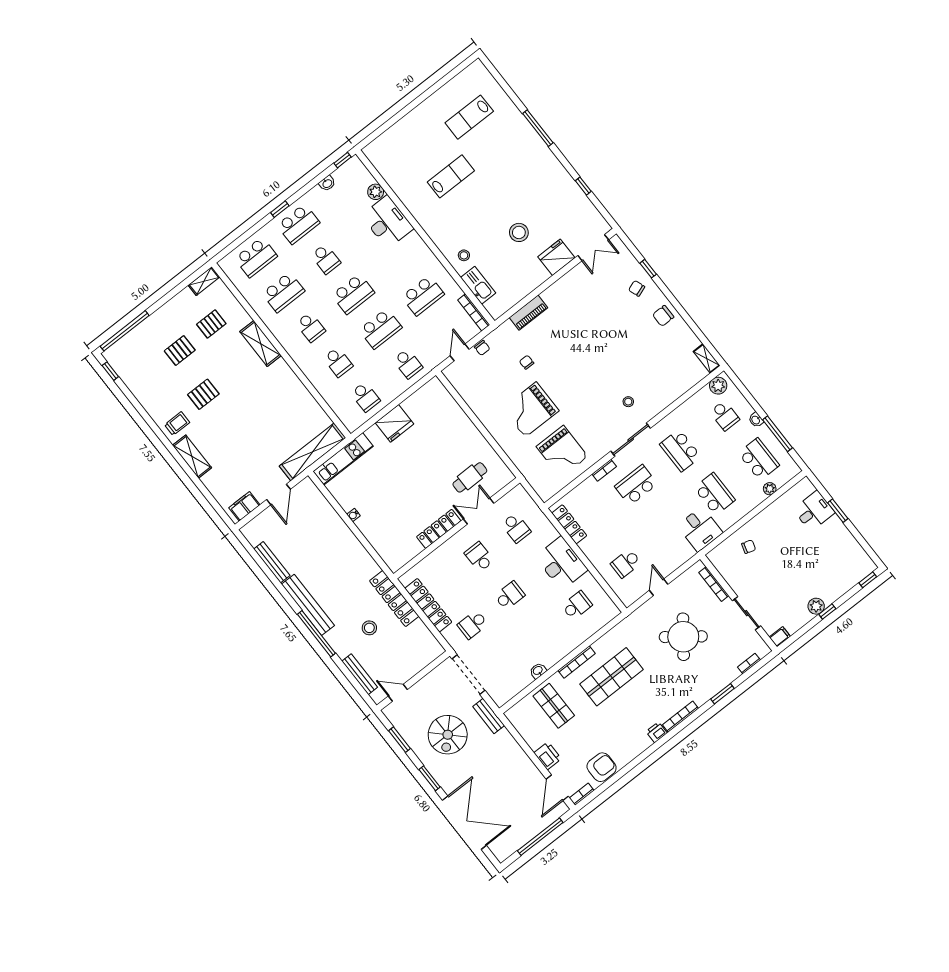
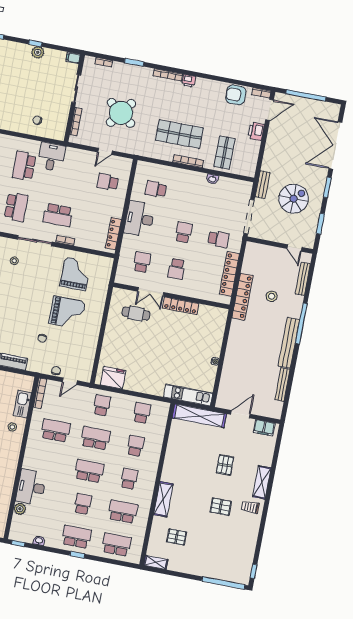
pallet: (180, 351) -> (225, 465), moved, turned 90
fridge: (394, 423) -> (113, 378), moved
school desk: (626, 563) -> (108, 182), turned 180
school desk: (510, 596) -> (184, 232), turned 90

